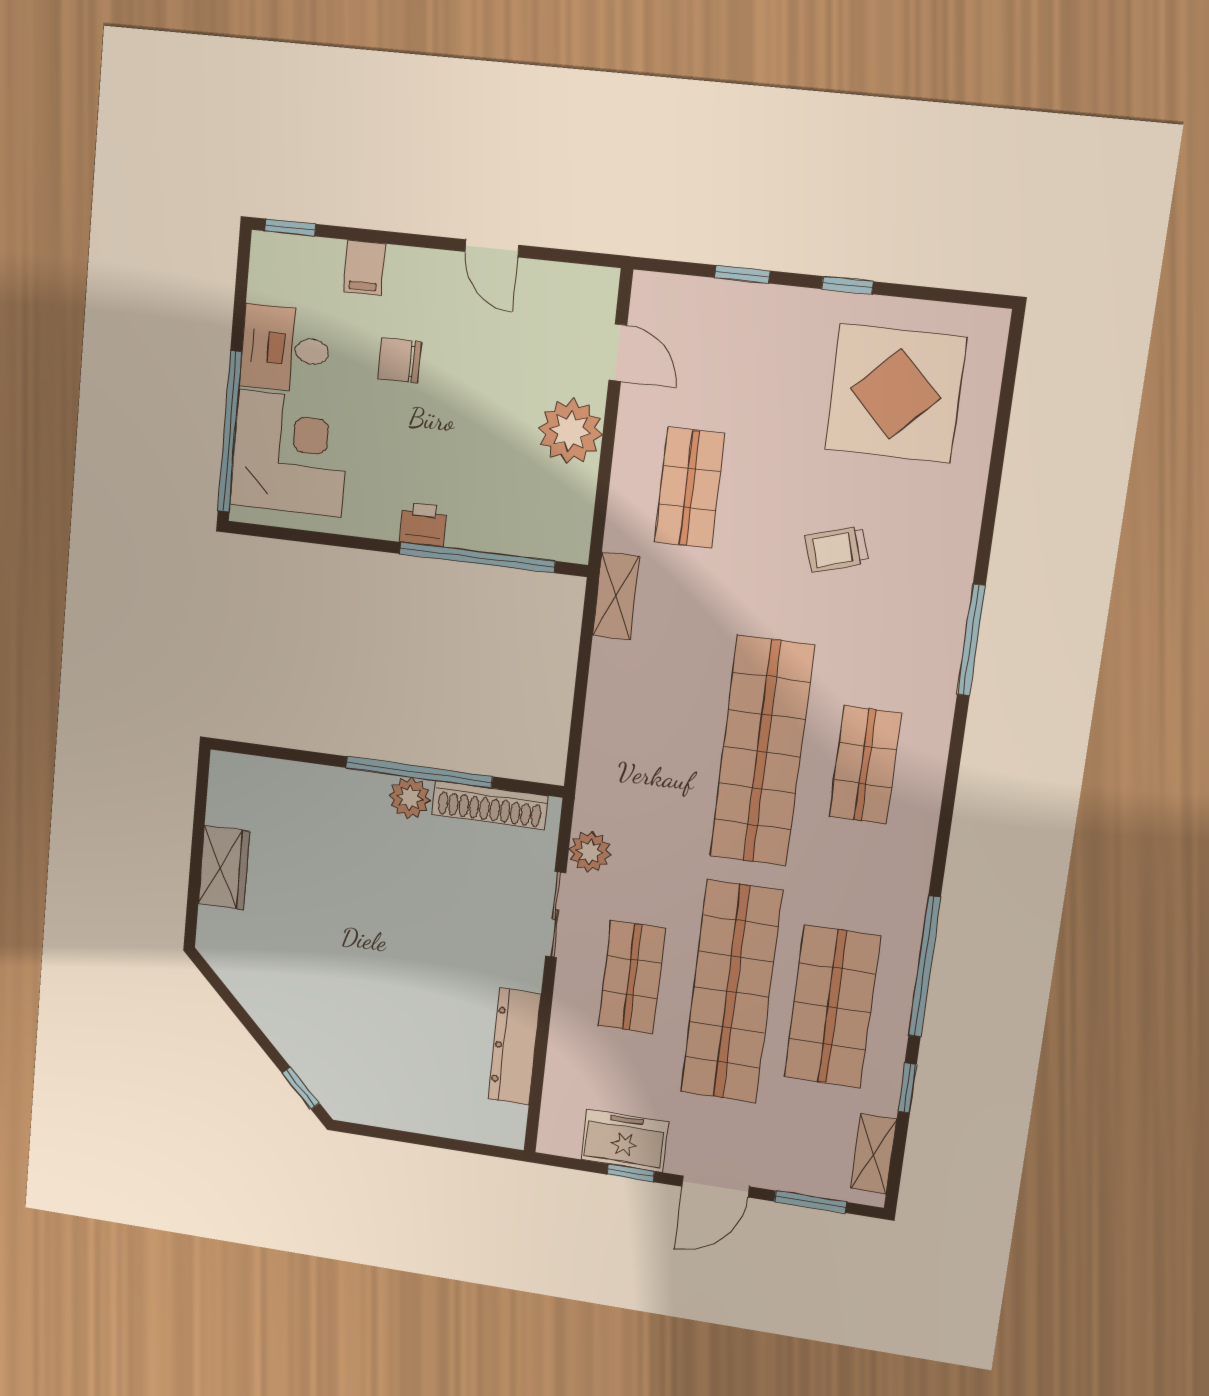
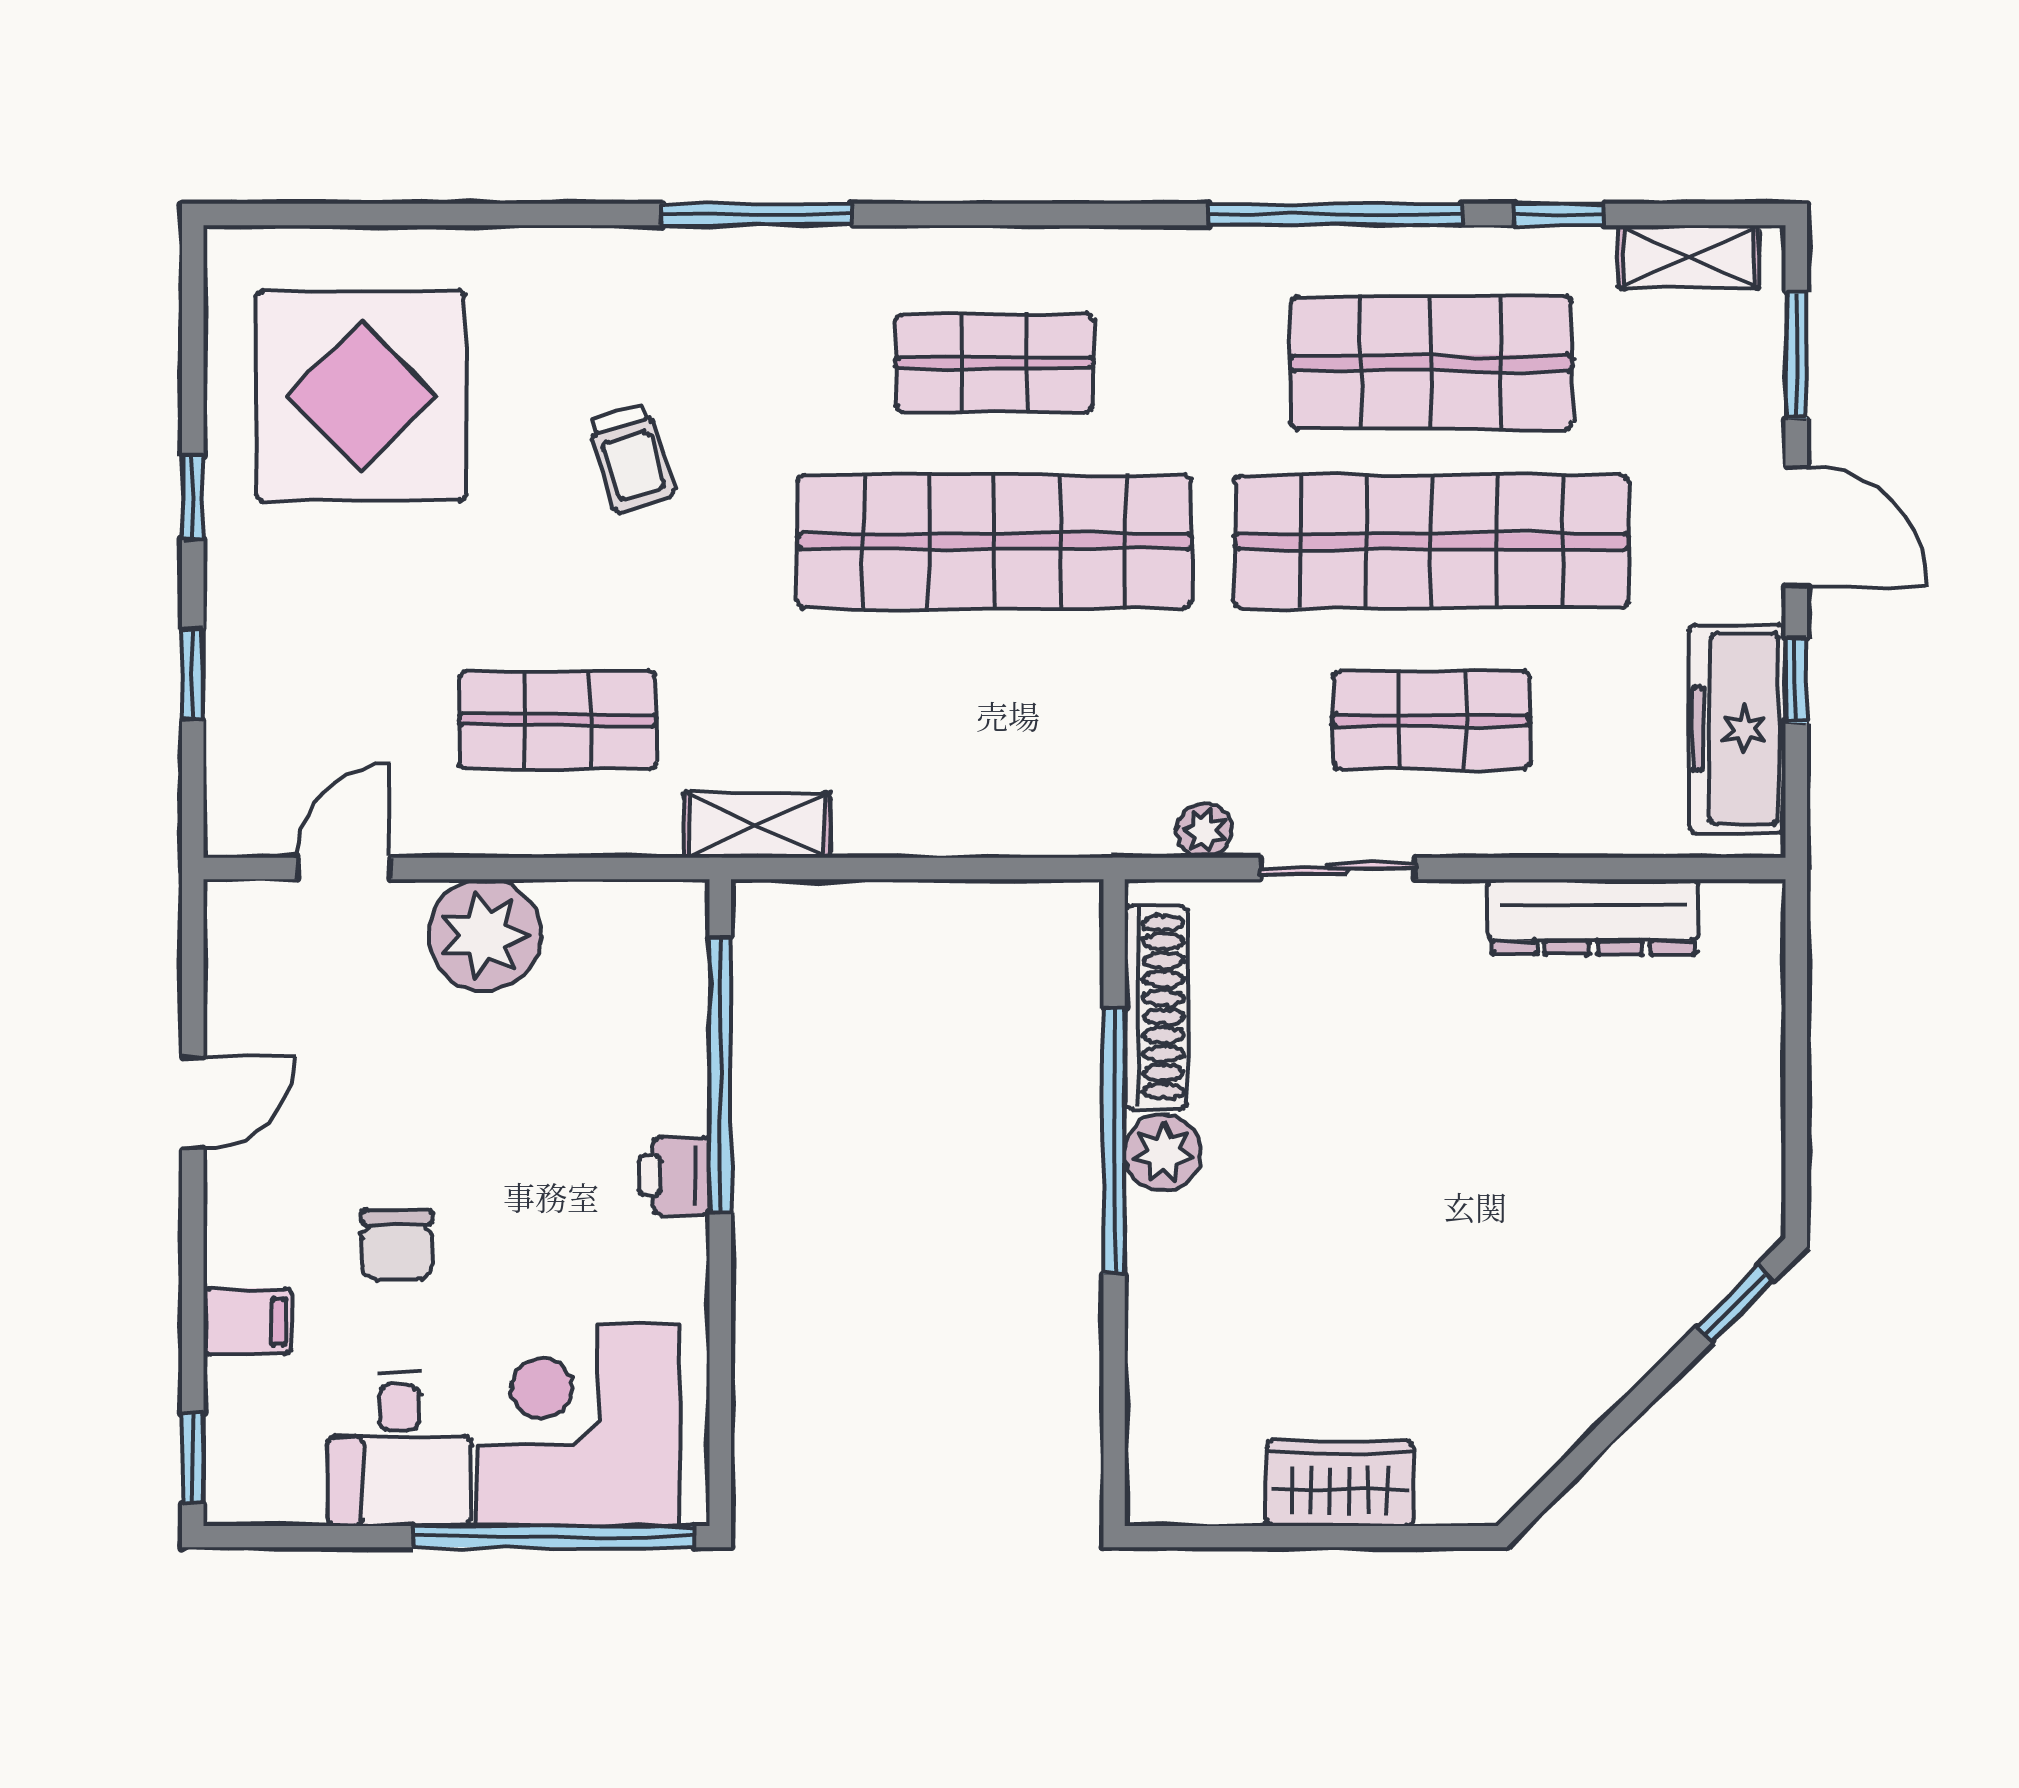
plant: (590, 852) -> (1205, 831), width x0.73, depth x0.73
freezer: (624, 1141) -> (1737, 729), width x1.40

